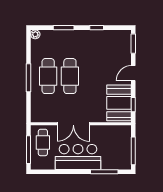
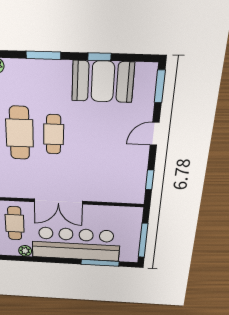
cafe table: (70, 76) -> (54, 134), width x0.73, depth x0.74
booth: (119, 103) -> (103, 82), moved, turned 90
bar counter: (78, 157) -> (76, 244), width x1.36
plant: (50, 165) -> (25, 251), added

